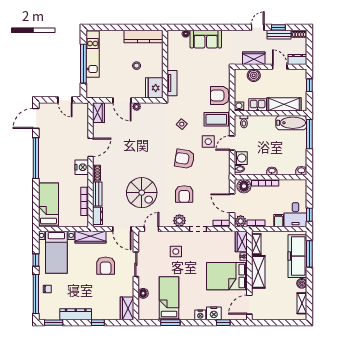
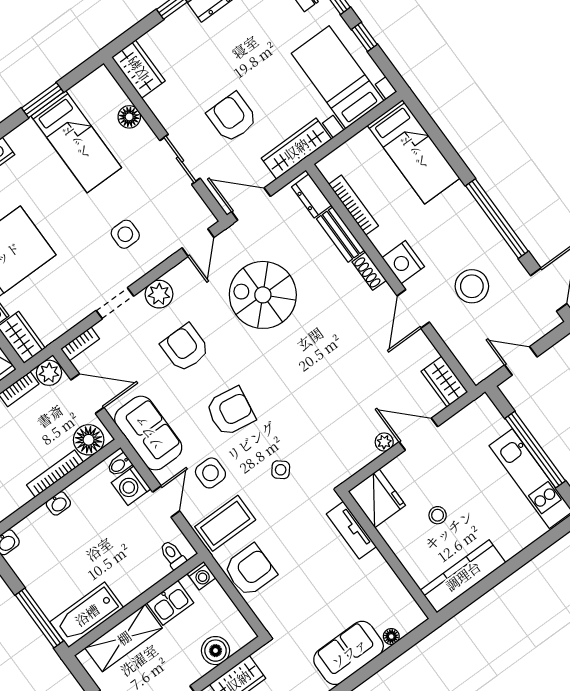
stool: (63, 140) -> (472, 286), added
sofa: (220, 173) -> (148, 433), added

